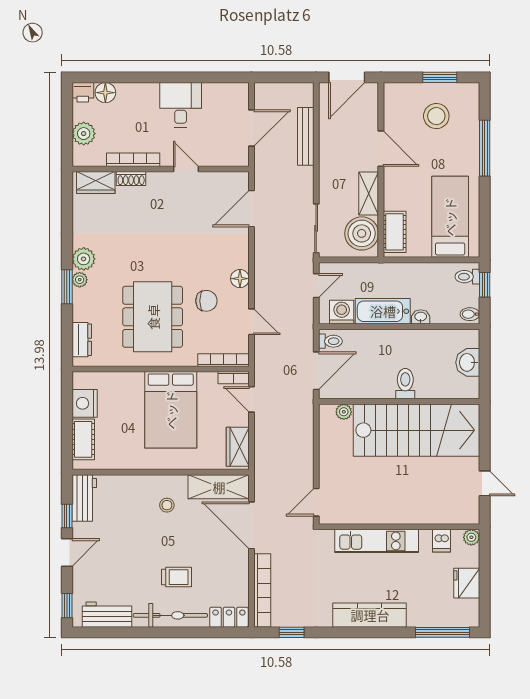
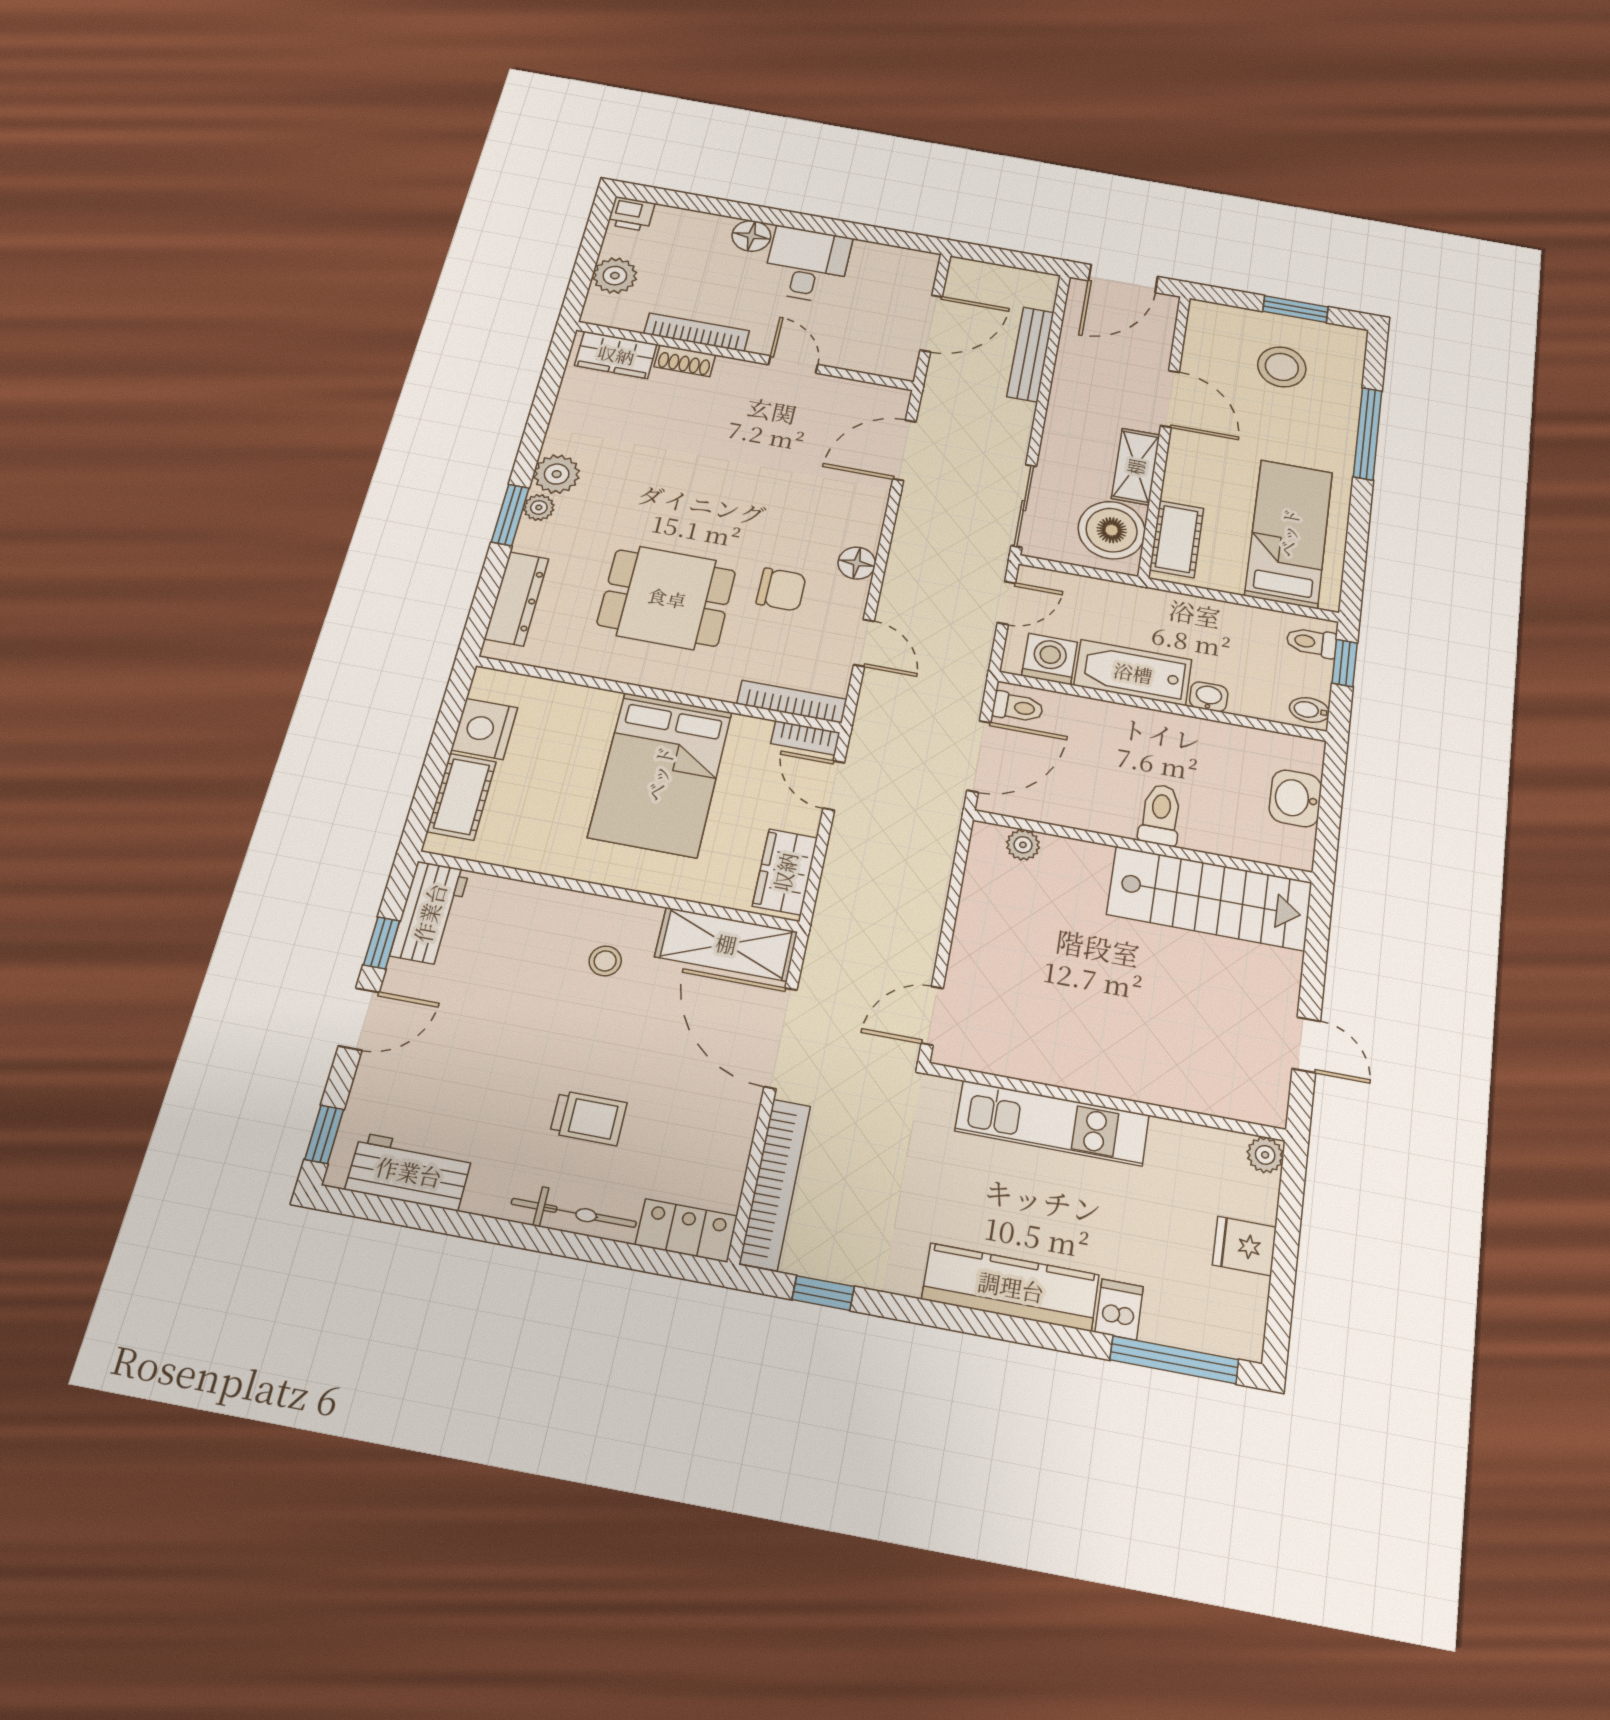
floor lamp: (105, 93) -> (751, 236), moved
dining table: (153, 317) -> (667, 598), width x0.73
dresser: (82, 340) -> (516, 599), width x1.44
stairs: (416, 430) -> (1210, 898), width x0.73, depth x0.66
dishwasher: (442, 541) -> (1119, 1309), moved, turned 180
fridge: (467, 583) -> (1244, 1246), width x0.72
bicycle: (170, 615) -> (574, 1213), width x0.73, depth x0.71

